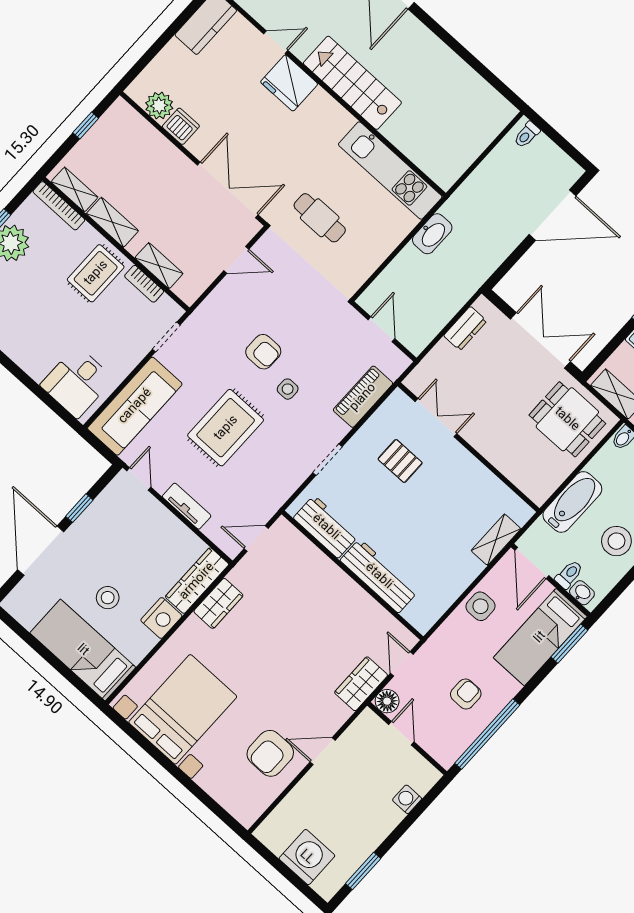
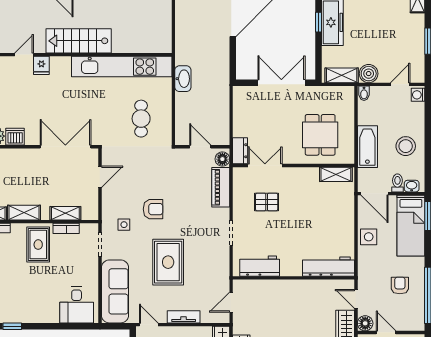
fridge: (289, 83) -> (41, 65), width x0.53, depth x0.75
kitchen unit: (390, 171) -> (122, 67), width x1.36
cafe table: (320, 218) -> (141, 119), moved, turned 90
dresser: (465, 328) -> (240, 151), moved
floor lamp: (394, 366) -> (222, 159), added
side table: (288, 389) -> (124, 225), moved
dining table: (567, 419) -> (320, 135), moved, turned 90
shelving: (496, 540) -> (336, 174), moved, turned 90
workbench: (379, 576) -> (329, 267), moved

